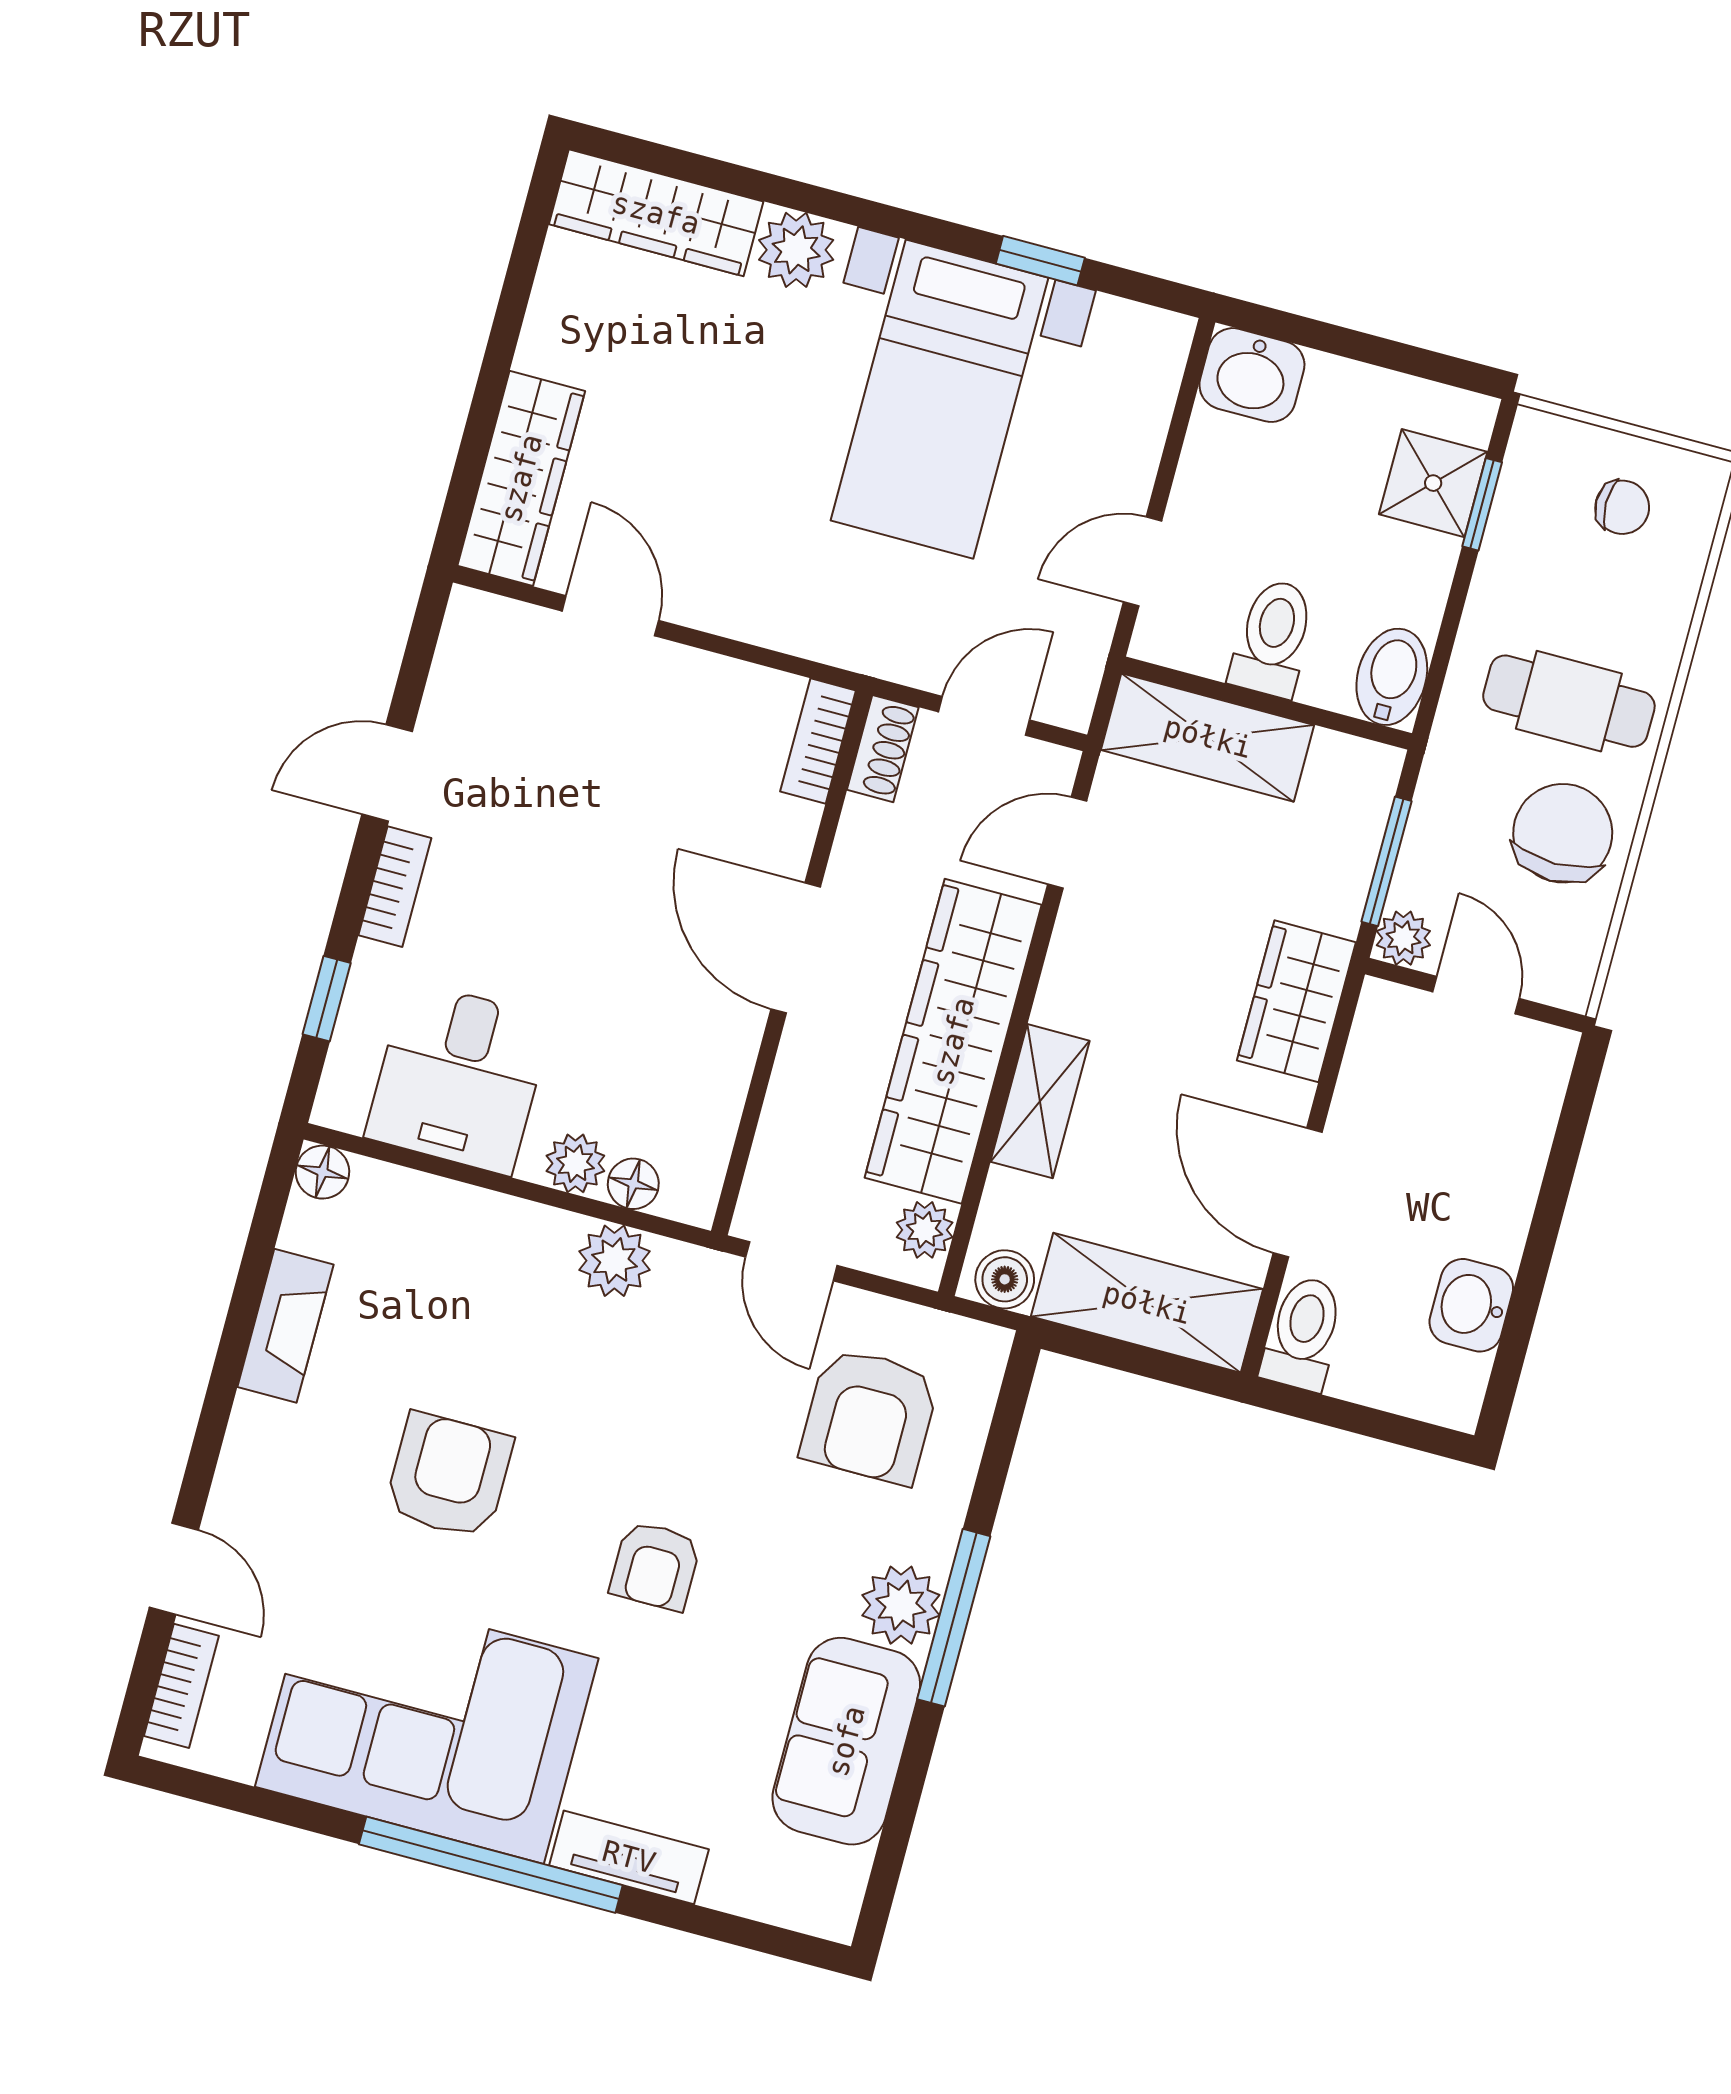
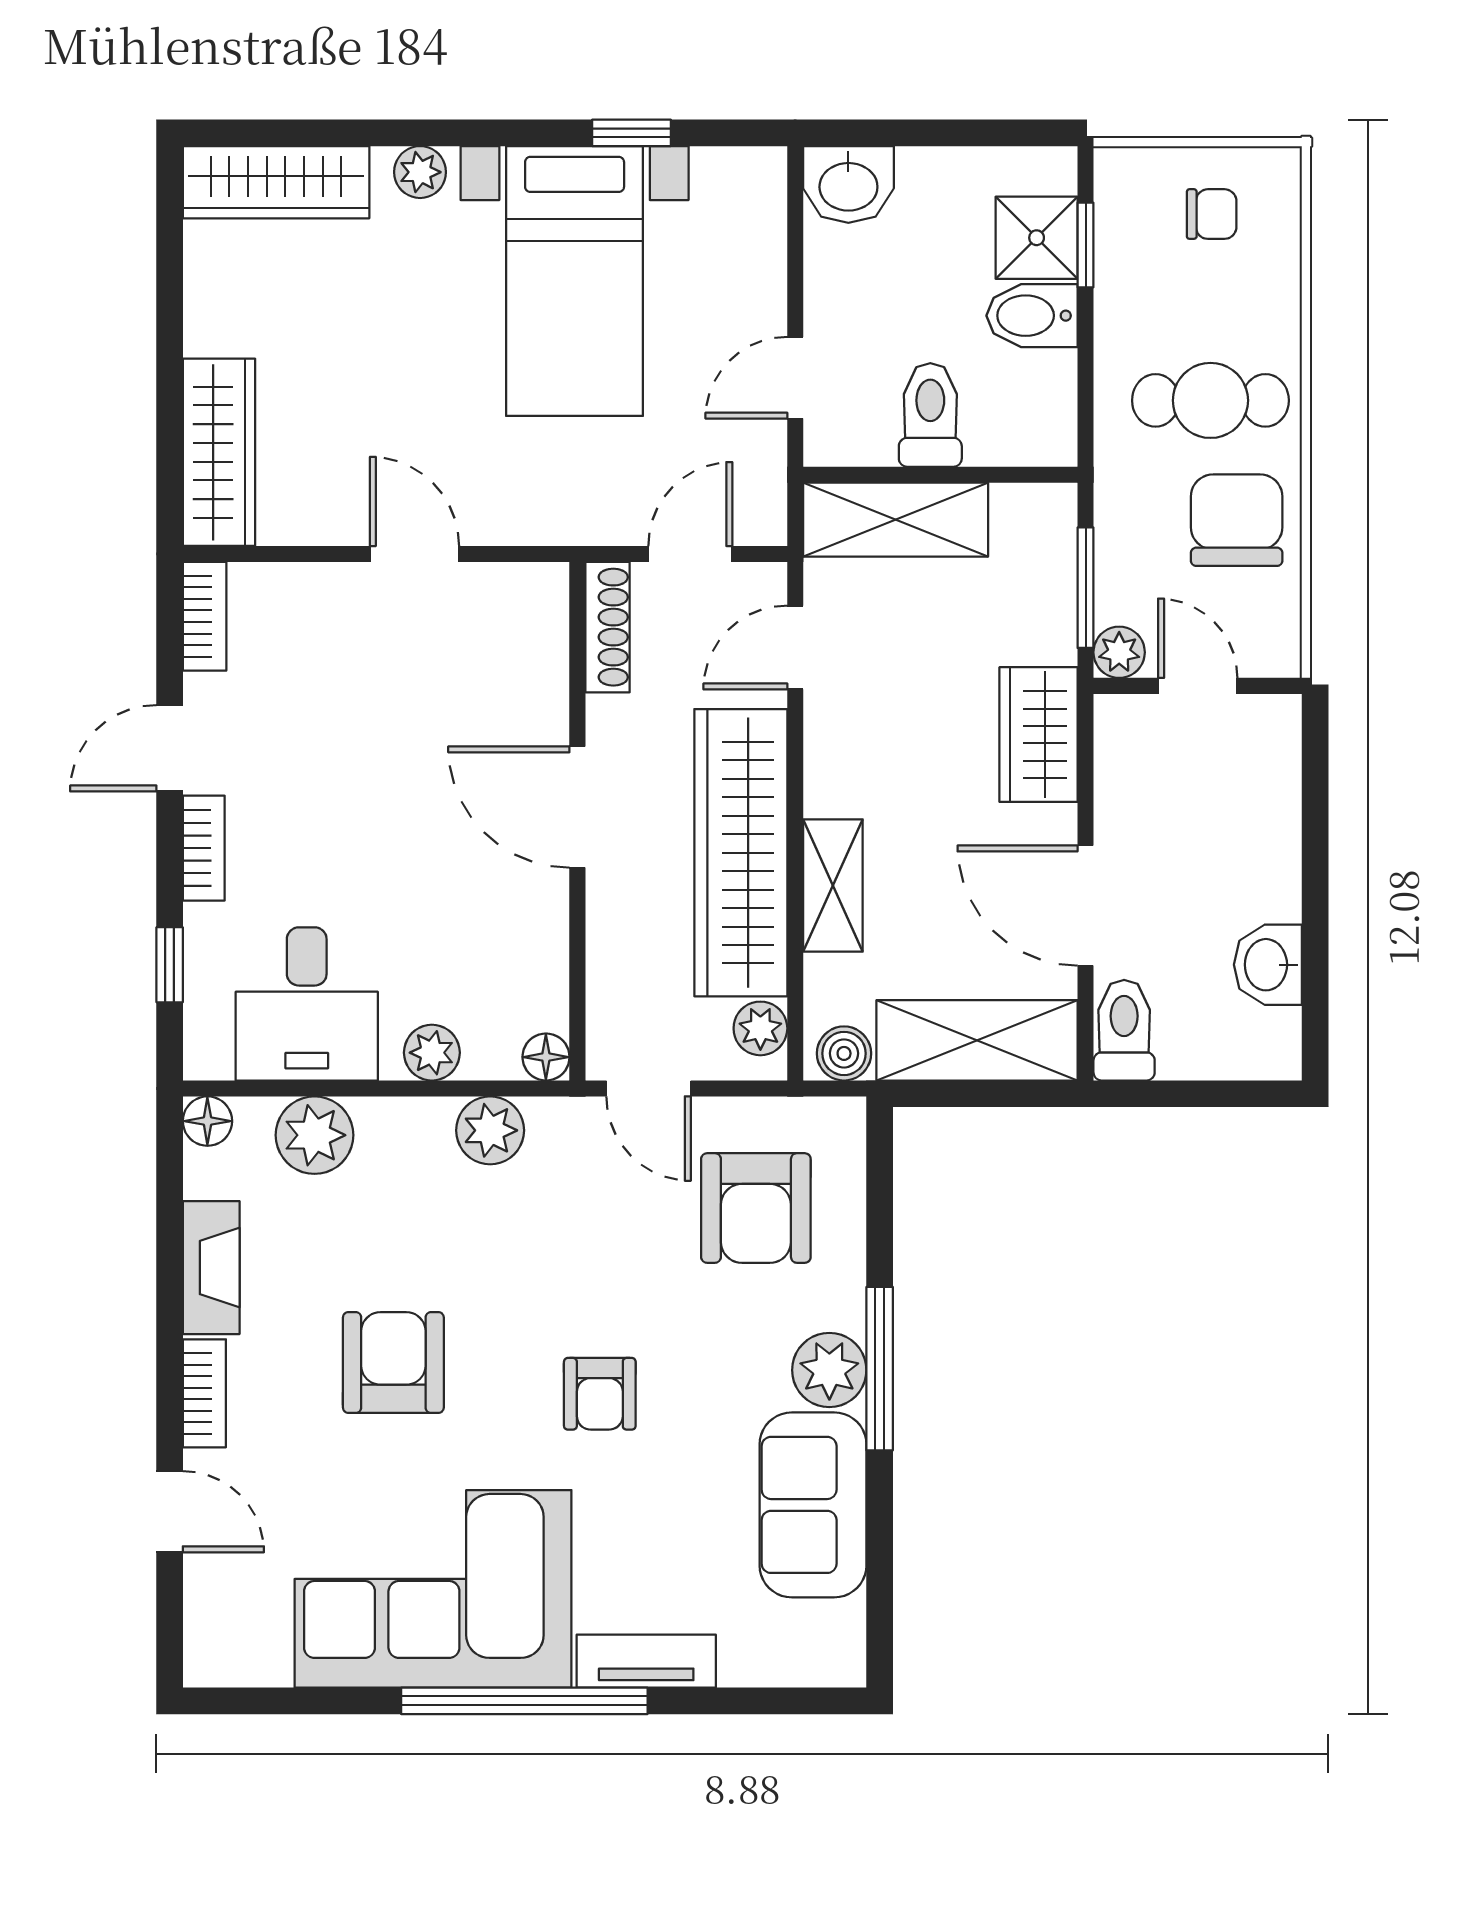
plant: (796, 250) -> (420, 172), width x0.73, depth x0.73
door: (610, 616) -> (415, 554), moved
bidet: (1392, 677) -> (1032, 316), moved, turned -90
bookcase: (818, 741) -> (205, 616), moved, turned 180
shoe rack: (883, 749) -> (608, 627), width x1.43
floor lamp: (633, 1184) -> (546, 1057), moved
plant: (430, 1217) -> (314, 1135), added
bookcase: (181, 1686) -> (204, 1393), moved

